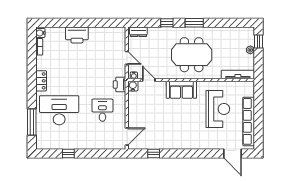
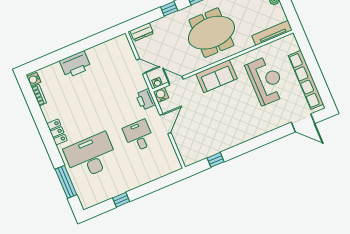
door: (127, 136) -> (165, 124), moved

